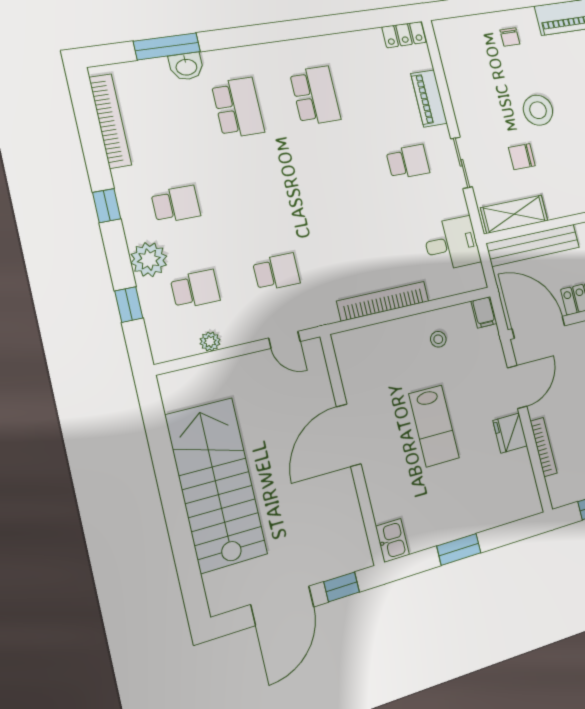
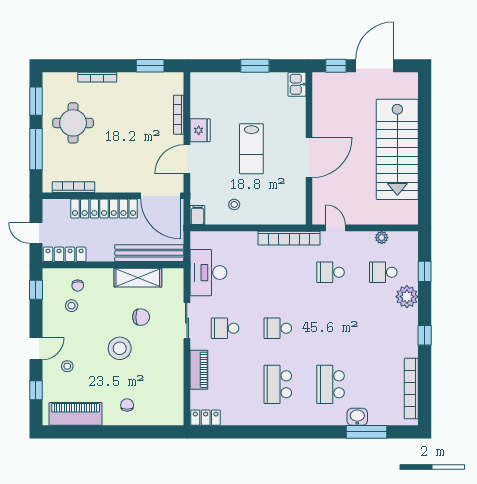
school desk: (176, 204) -> (278, 328), moved
shelving: (514, 214) -> (138, 278), moved
desk: (452, 244) -> (208, 273), width x1.37
bookcase: (383, 301) -> (289, 238), moved
lab bench: (434, 426) -> (251, 149), turned 180

